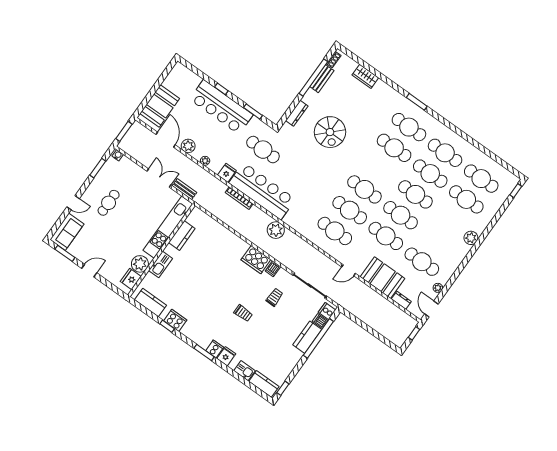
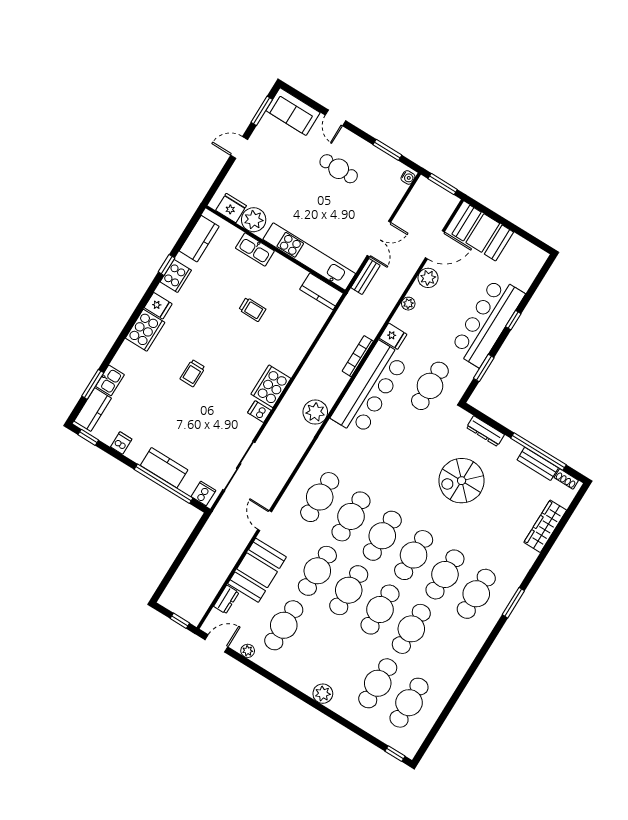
wardrobe: (365, 76) -> (545, 526), width x1.50
cafe table: (445, 153) -> (414, 555), moved
kitchen counter: (182, 235) -> (321, 291), moved
door: (89, 271) -> (239, 147), swing flipped
trolley: (275, 297) -> (252, 309), moved
dishwasher: (320, 321) -> (121, 443), moved
cooker: (215, 349) -> (145, 330), width x1.87, depth x1.31
window: (204, 353) -> (93, 384), moved
fridge: (226, 356) -> (158, 306), moved

